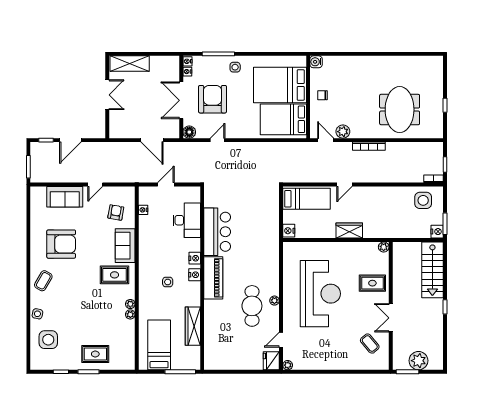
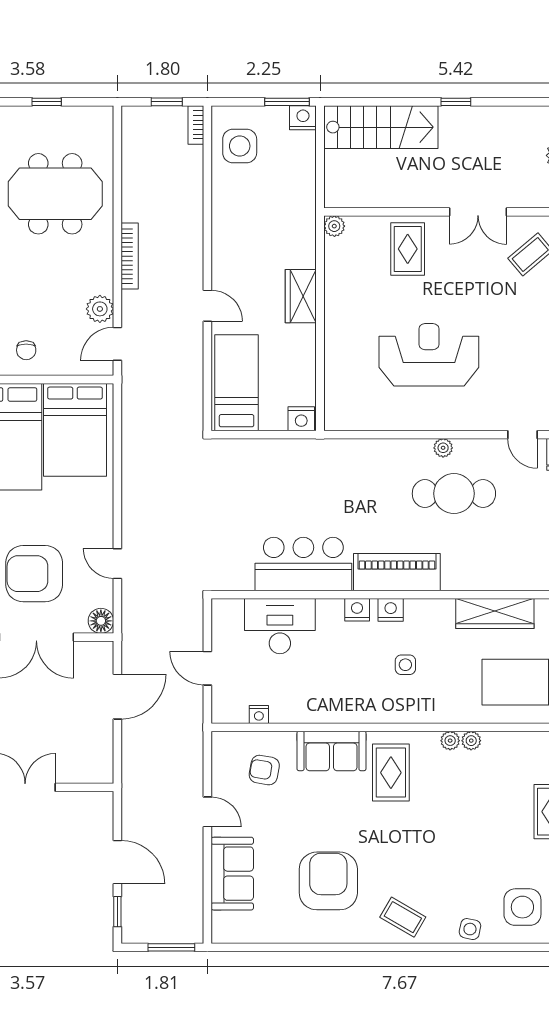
reception desk: (320, 294) -> (429, 355), width x0.74, depth x0.77

